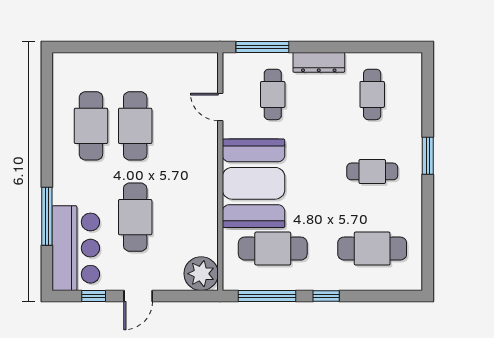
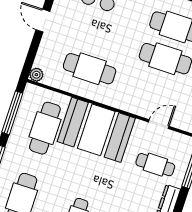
cafe table: (135, 217) -> (90, 69), moved
plant: (201, 274) -> (36, 75), width x0.53, depth x0.53

